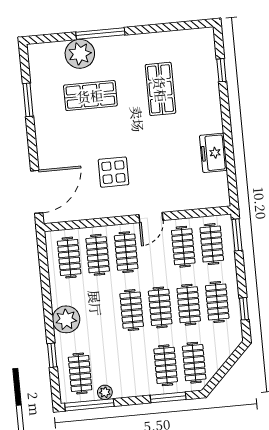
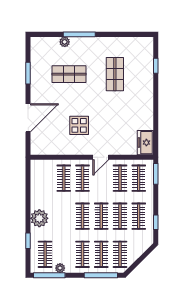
plant: (80, 54) -> (65, 42), width x0.53, depth x0.53
freezer: (213, 153) -> (145, 143), moved
door: (37, 192) -> (28, 118), moved
clothes rail: (69, 258) -> (83, 254), moved
window: (168, 397) -> (101, 275), width x1.44

